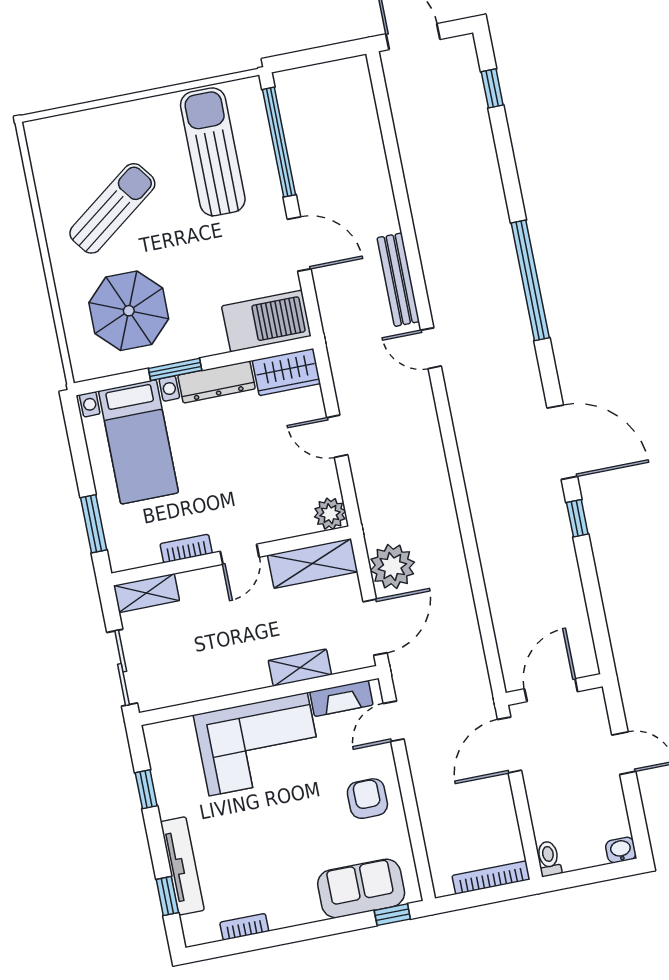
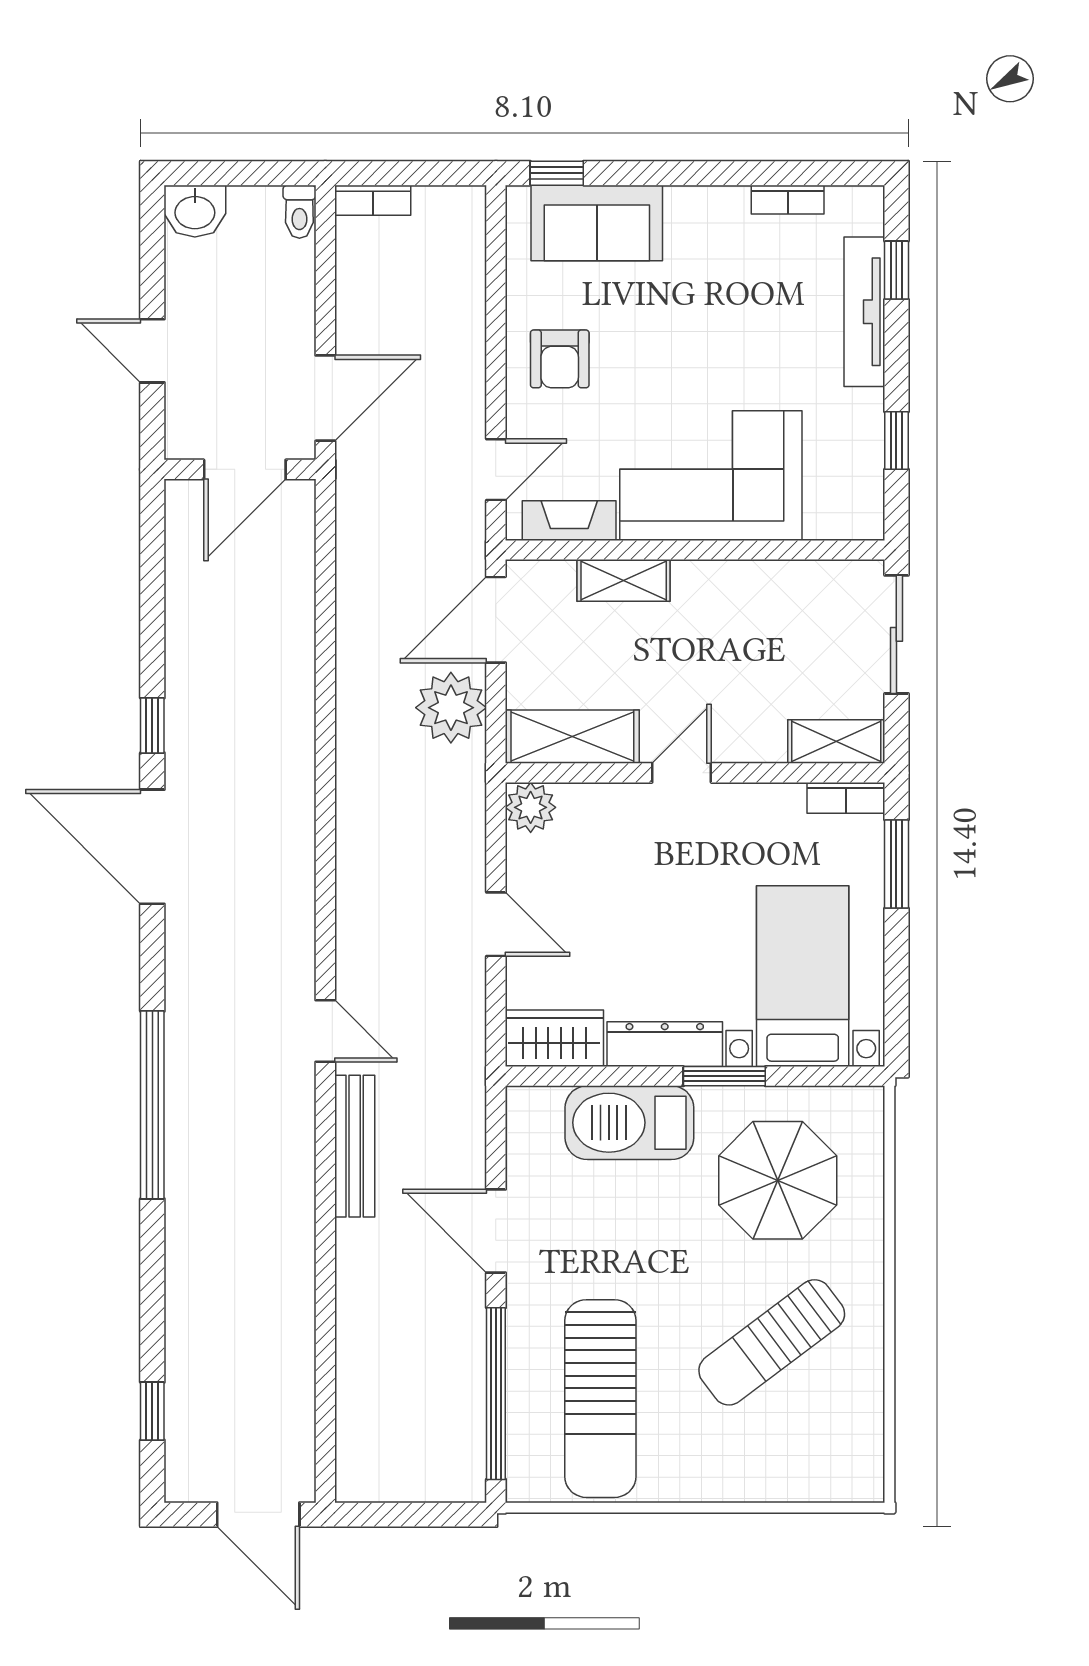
barbecue: (266, 321) -> (629, 1123), moved
bookcase: (186, 549) -> (846, 798), moved
washbasin: (621, 850) -> (195, 211), width x1.38, depth x1.45
bookcase: (491, 878) -> (373, 200), width x0.64

